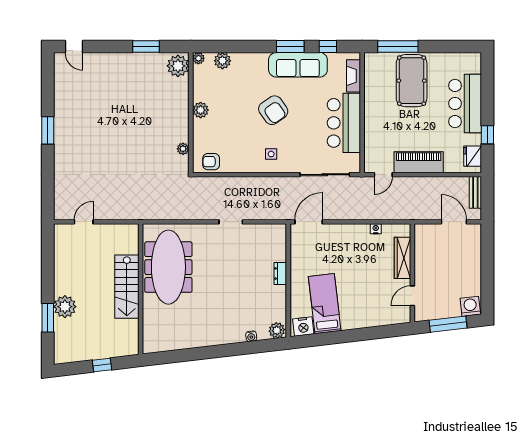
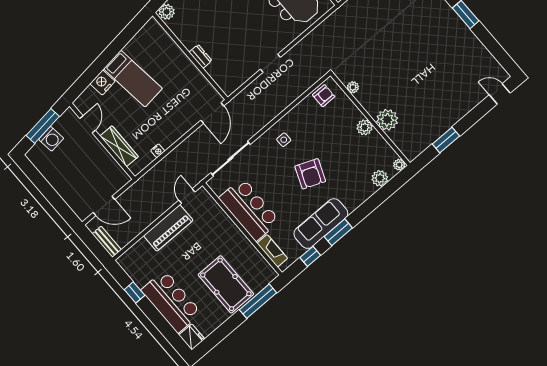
plant: (178, 66) -> (387, 120), moved
armchair: (273, 110) -> (310, 174), turned -123
fridge: (473, 156) -> (192, 337), moved
bed: (325, 304) -> (133, 79), moved
washing machine: (470, 306) -> (51, 139), moved
nightstand: (303, 326) -> (102, 83), moved

